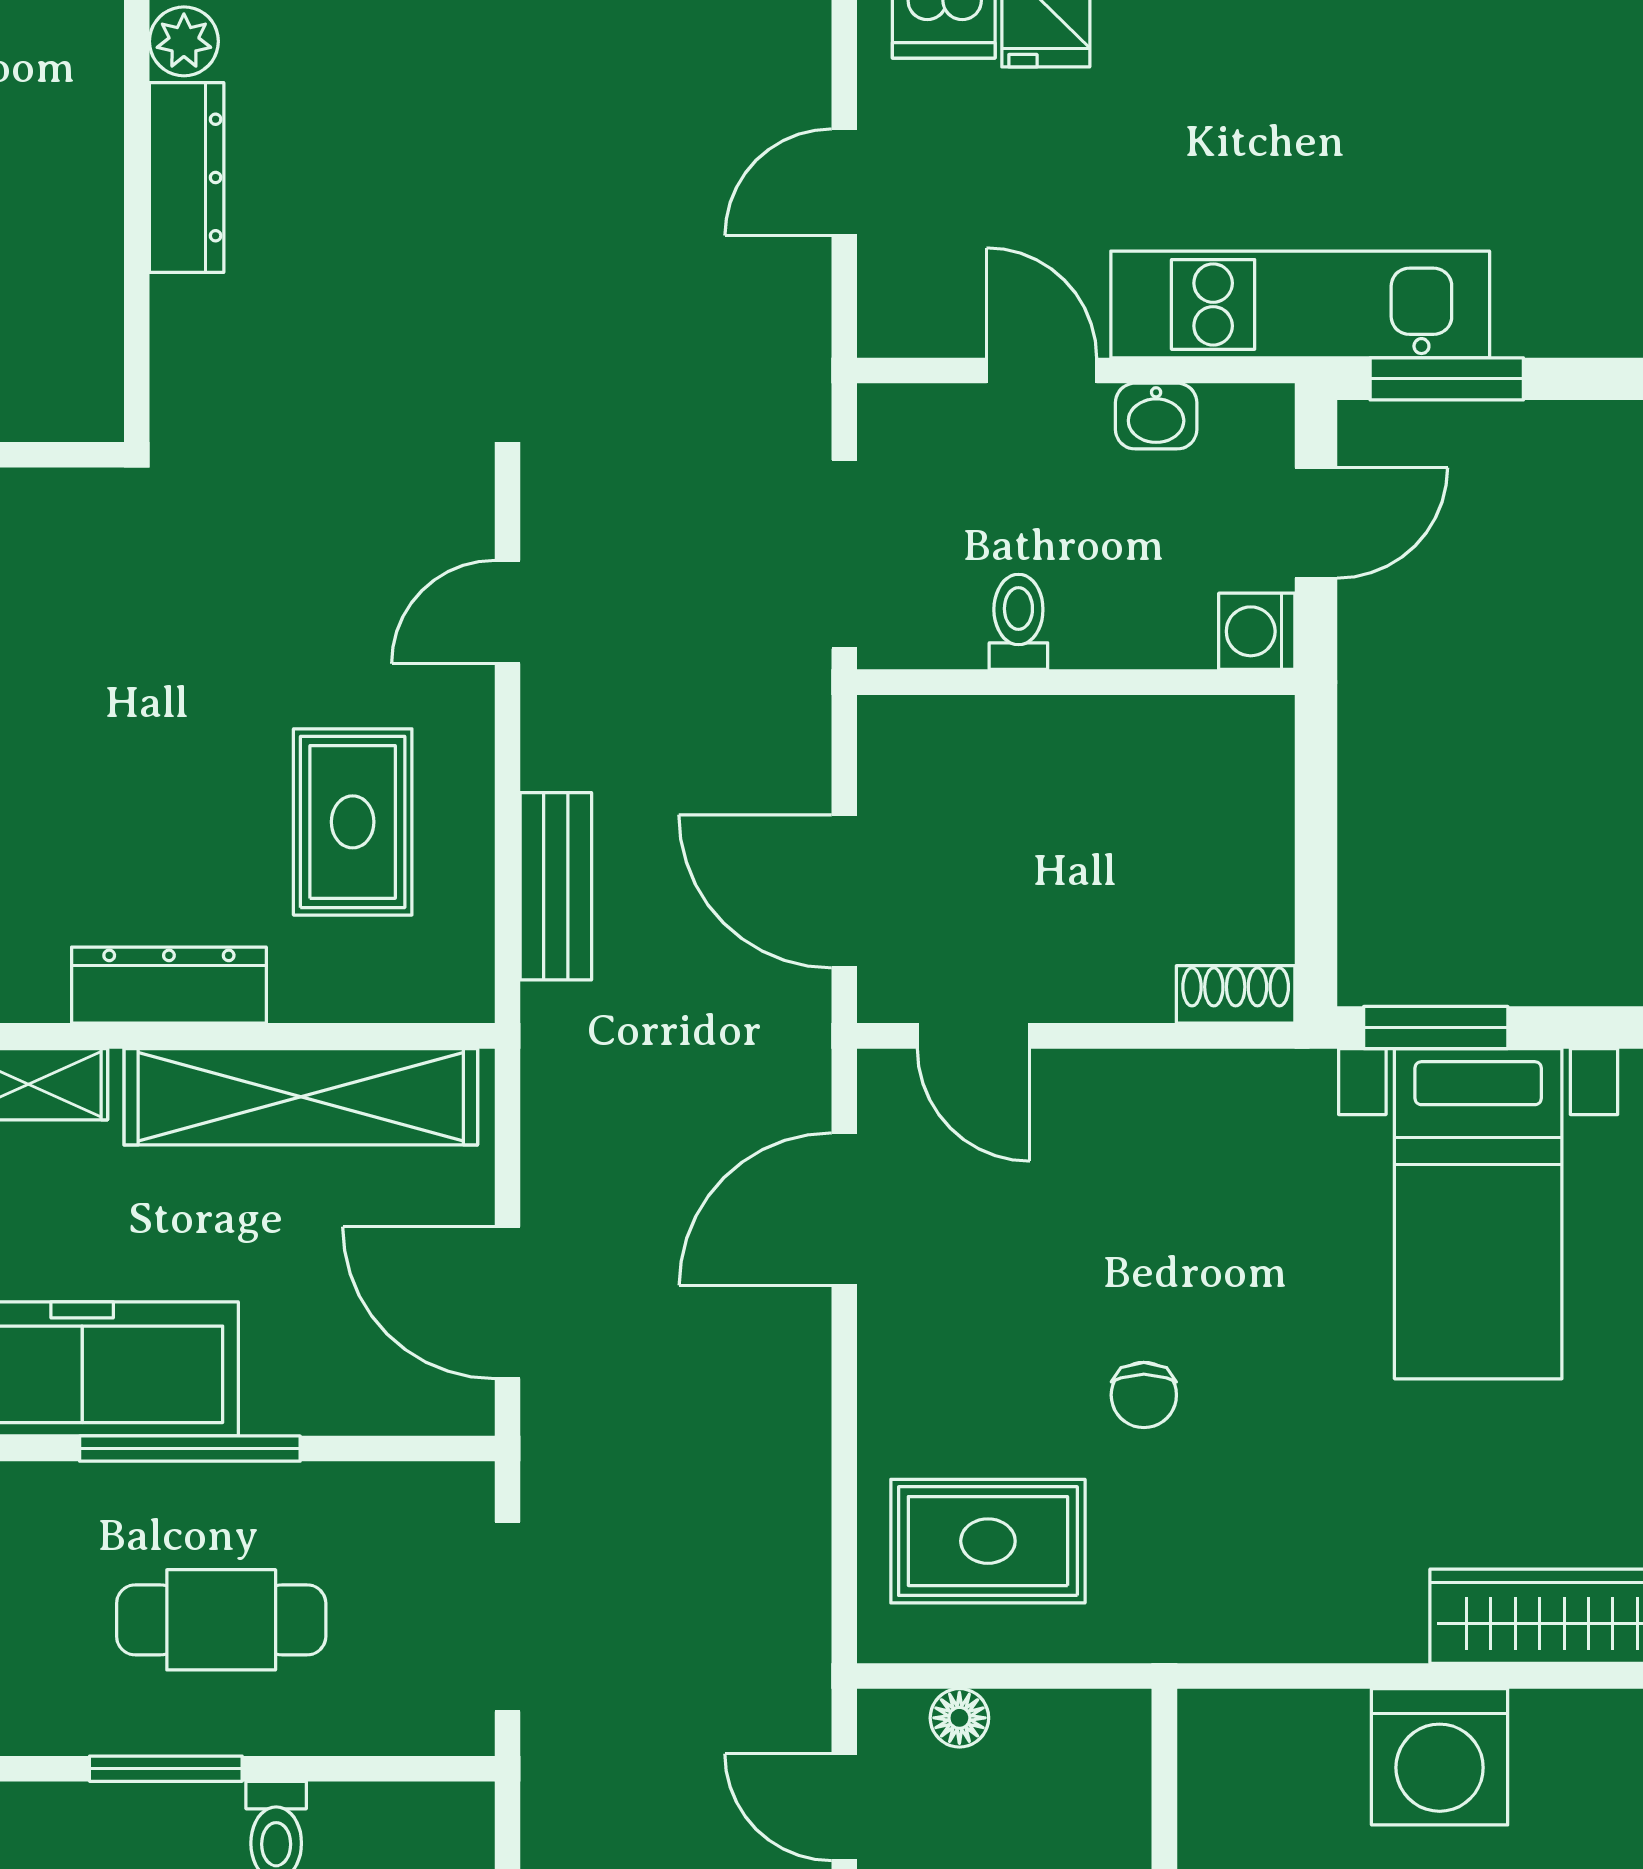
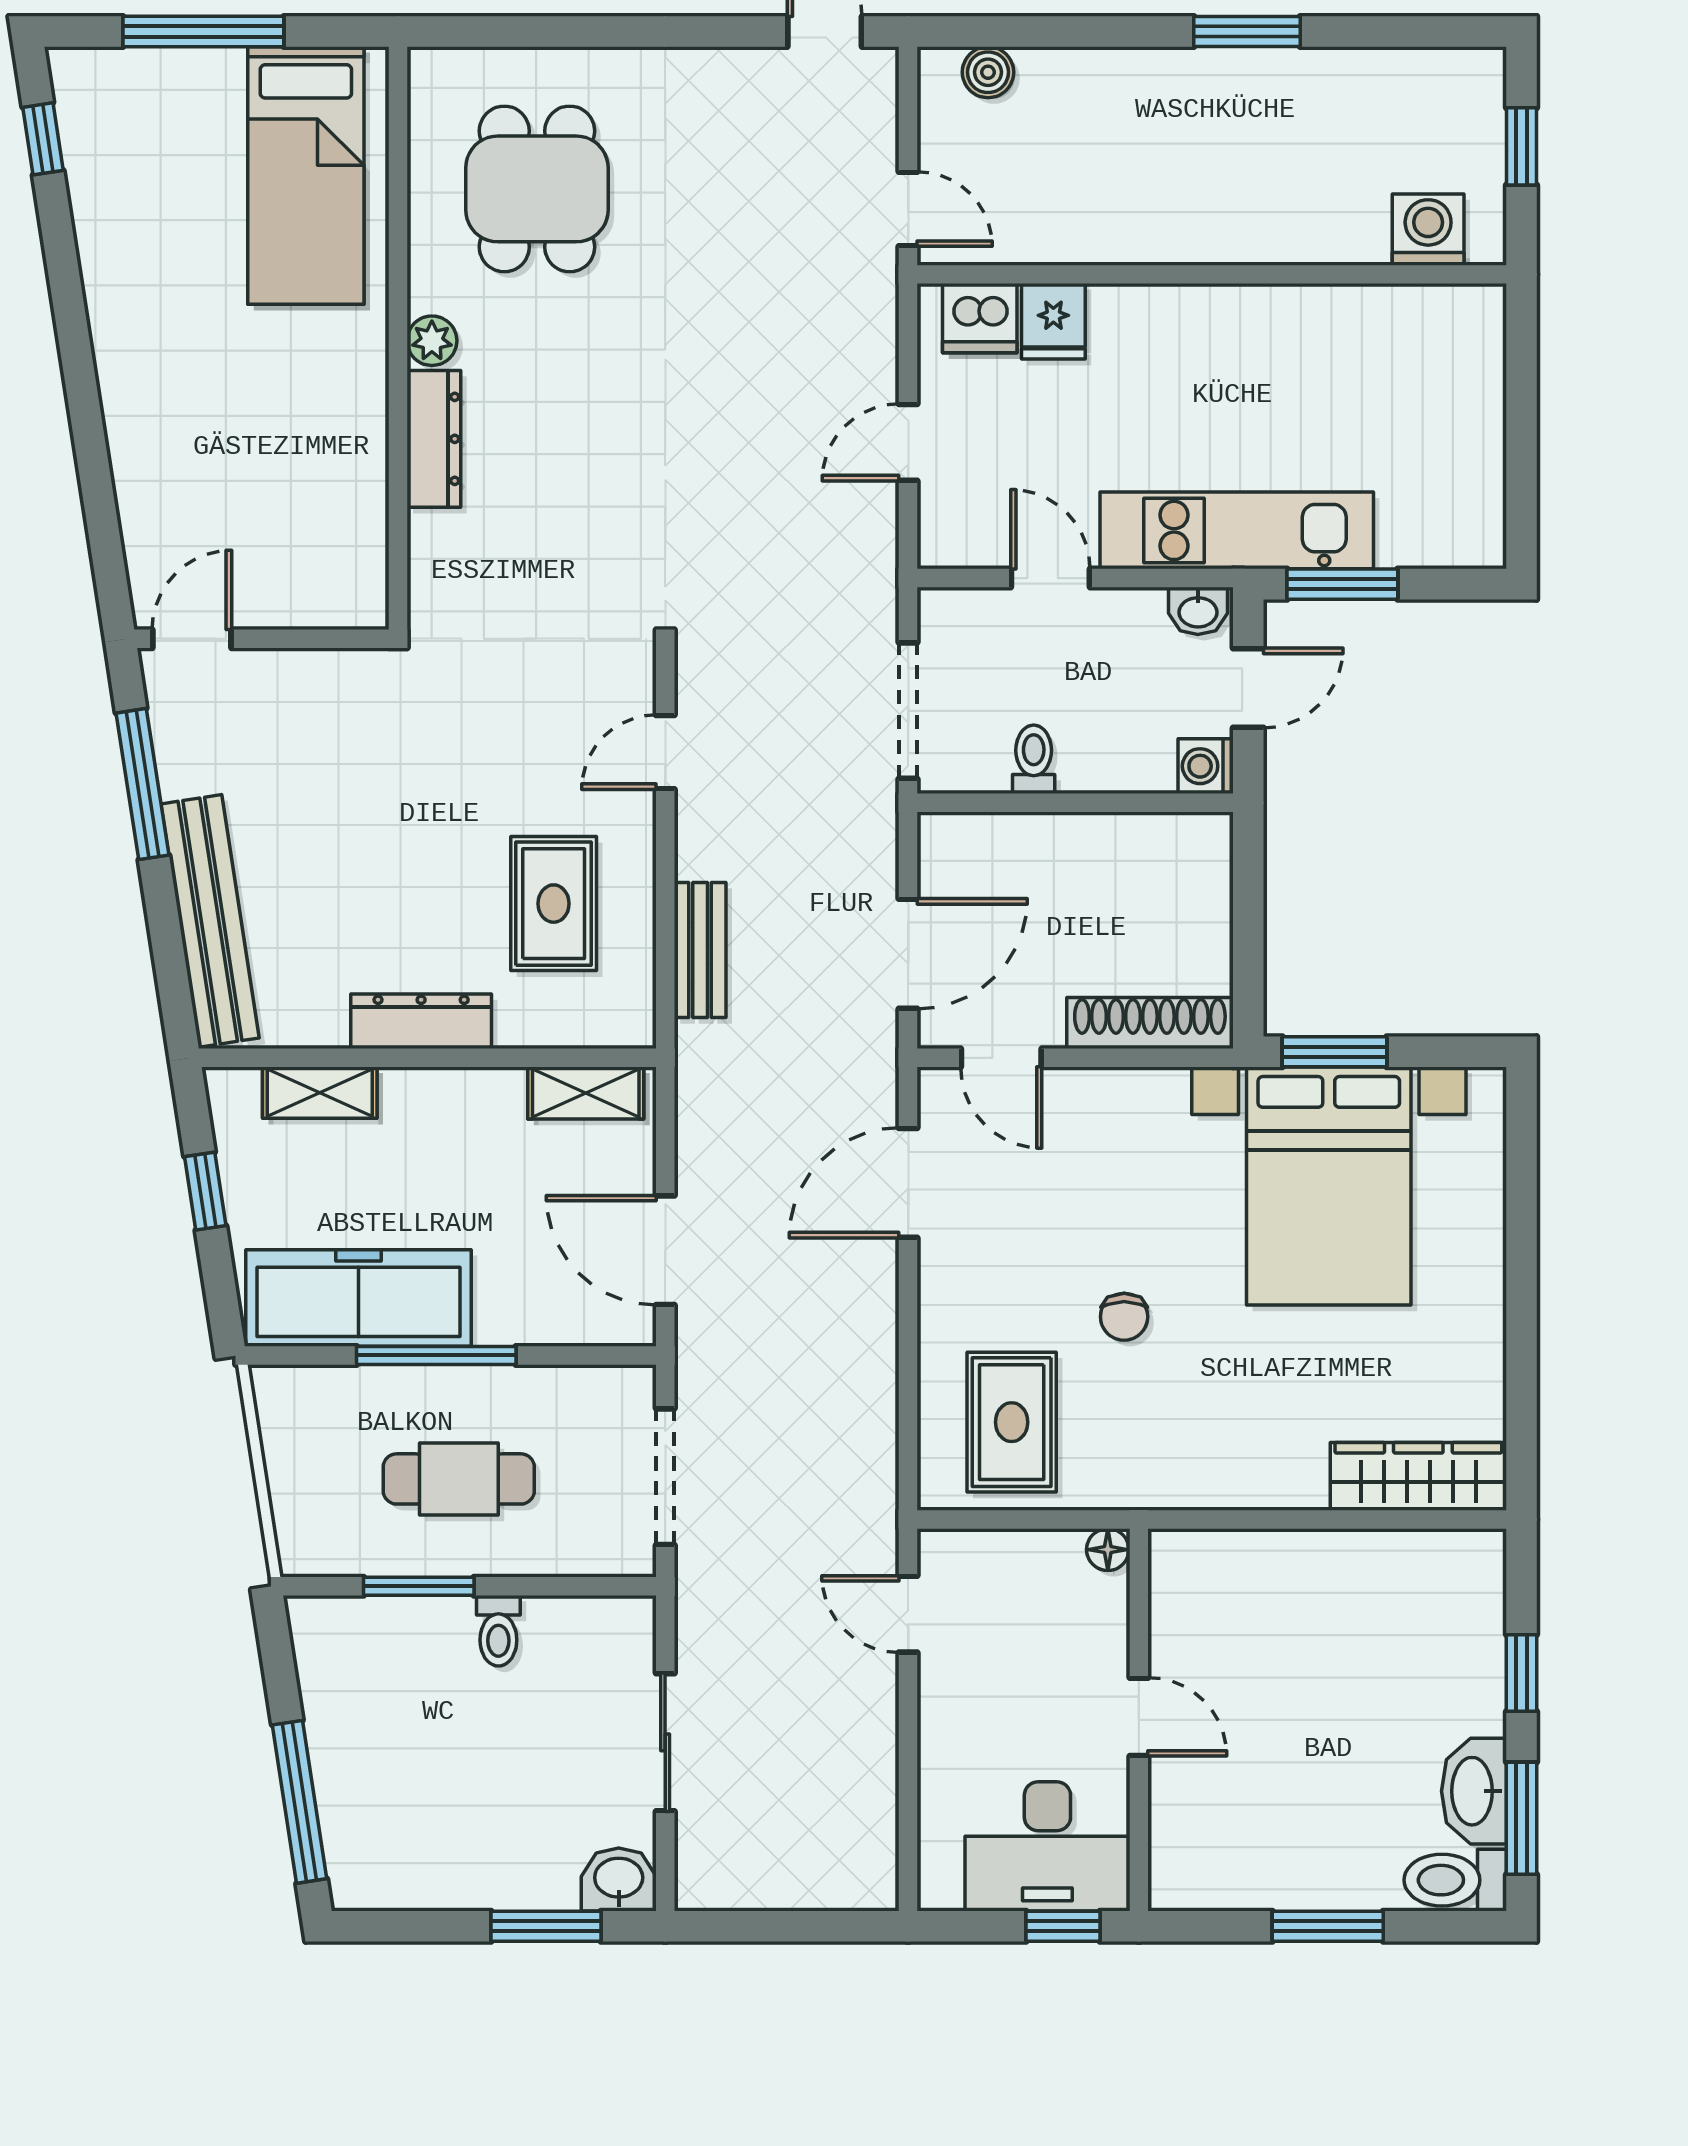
washbasin: (1156, 416) -> (1198, 611), moved
door: (844, 891) -> (908, 954), swing flipped
shoe rack: (1236, 994) -> (1150, 1023), width x1.94, depth x1.24
shelving: (301, 1097) -> (586, 1093), width x0.45, depth x0.75
bed with nightstands: (1478, 1214) -> (1329, 1186), width x1.36
rug: (988, 1541) -> (1012, 1422), turned 90
floor lamp: (959, 1718) -> (1108, 1550), moved
washing machine: (1440, 1757) -> (1337, 1578), removed

